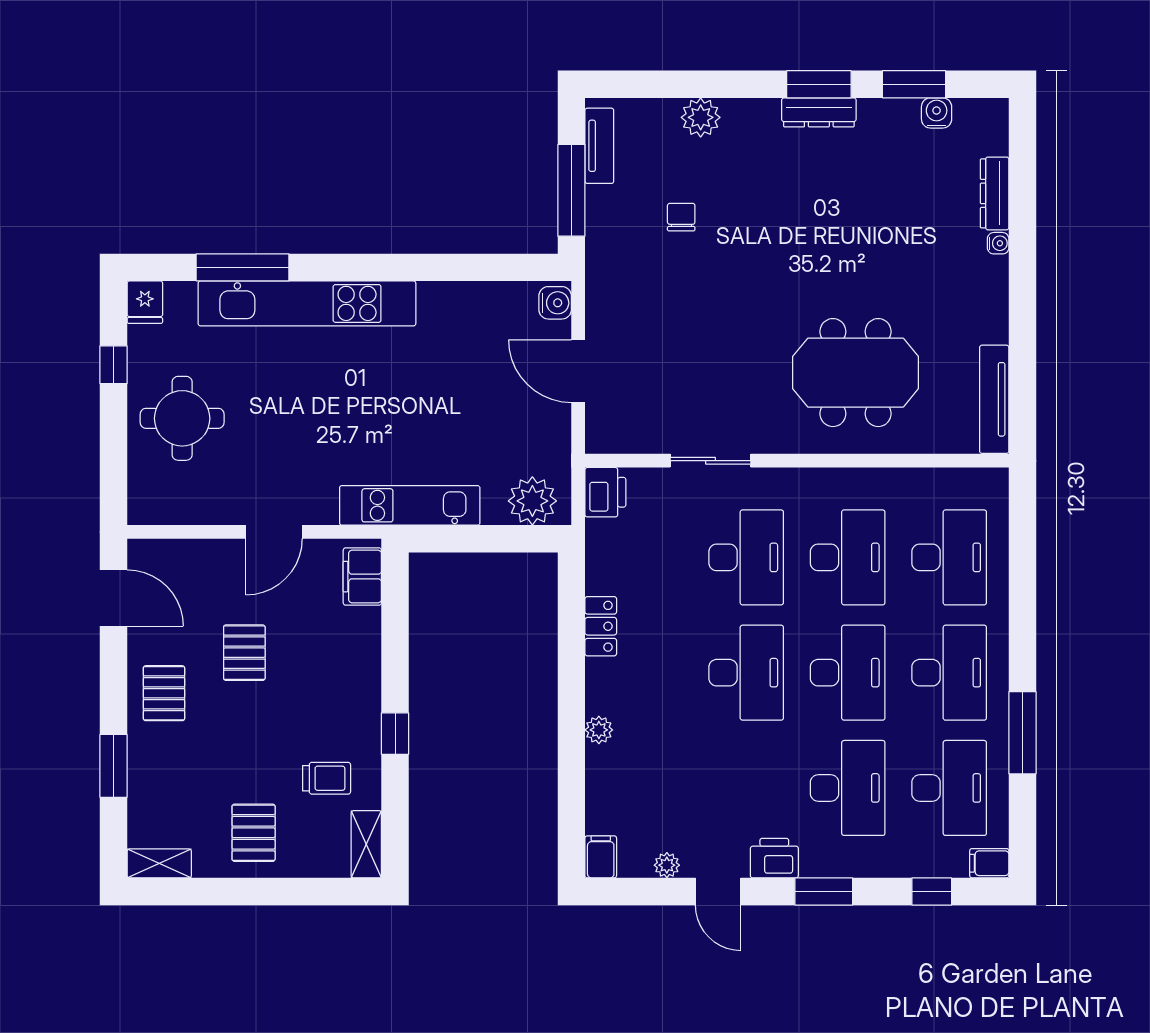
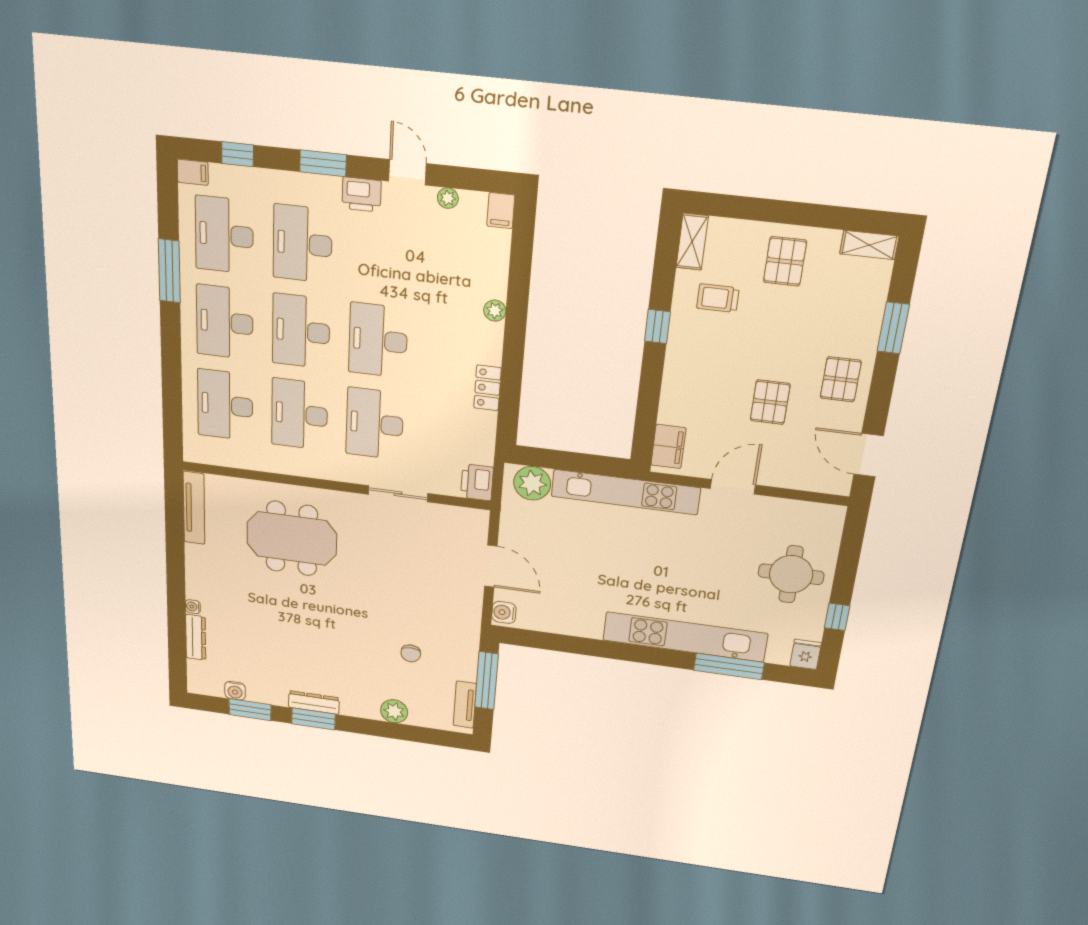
kitchen unit: (410, 505) -> (626, 492), width x1.36

